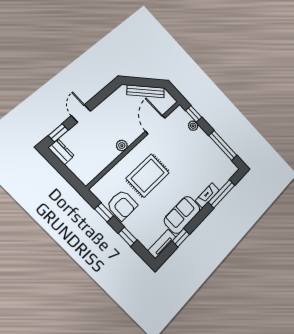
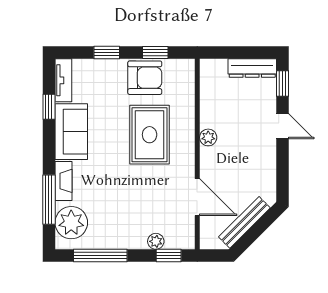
dresser: (61, 152) -> (252, 68), width x1.44
plant: (222, 173) -> (71, 223), added
armchair: (122, 205) -> (145, 78), turned 180

